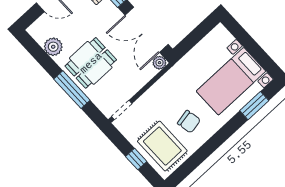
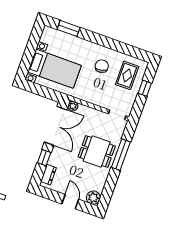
plant: (53, 47) -> (93, 198), moved
bed with nightstands: (231, 81) -> (55, 69), moved
rug: (162, 146) -> (127, 75), width x0.73, depth x0.70

